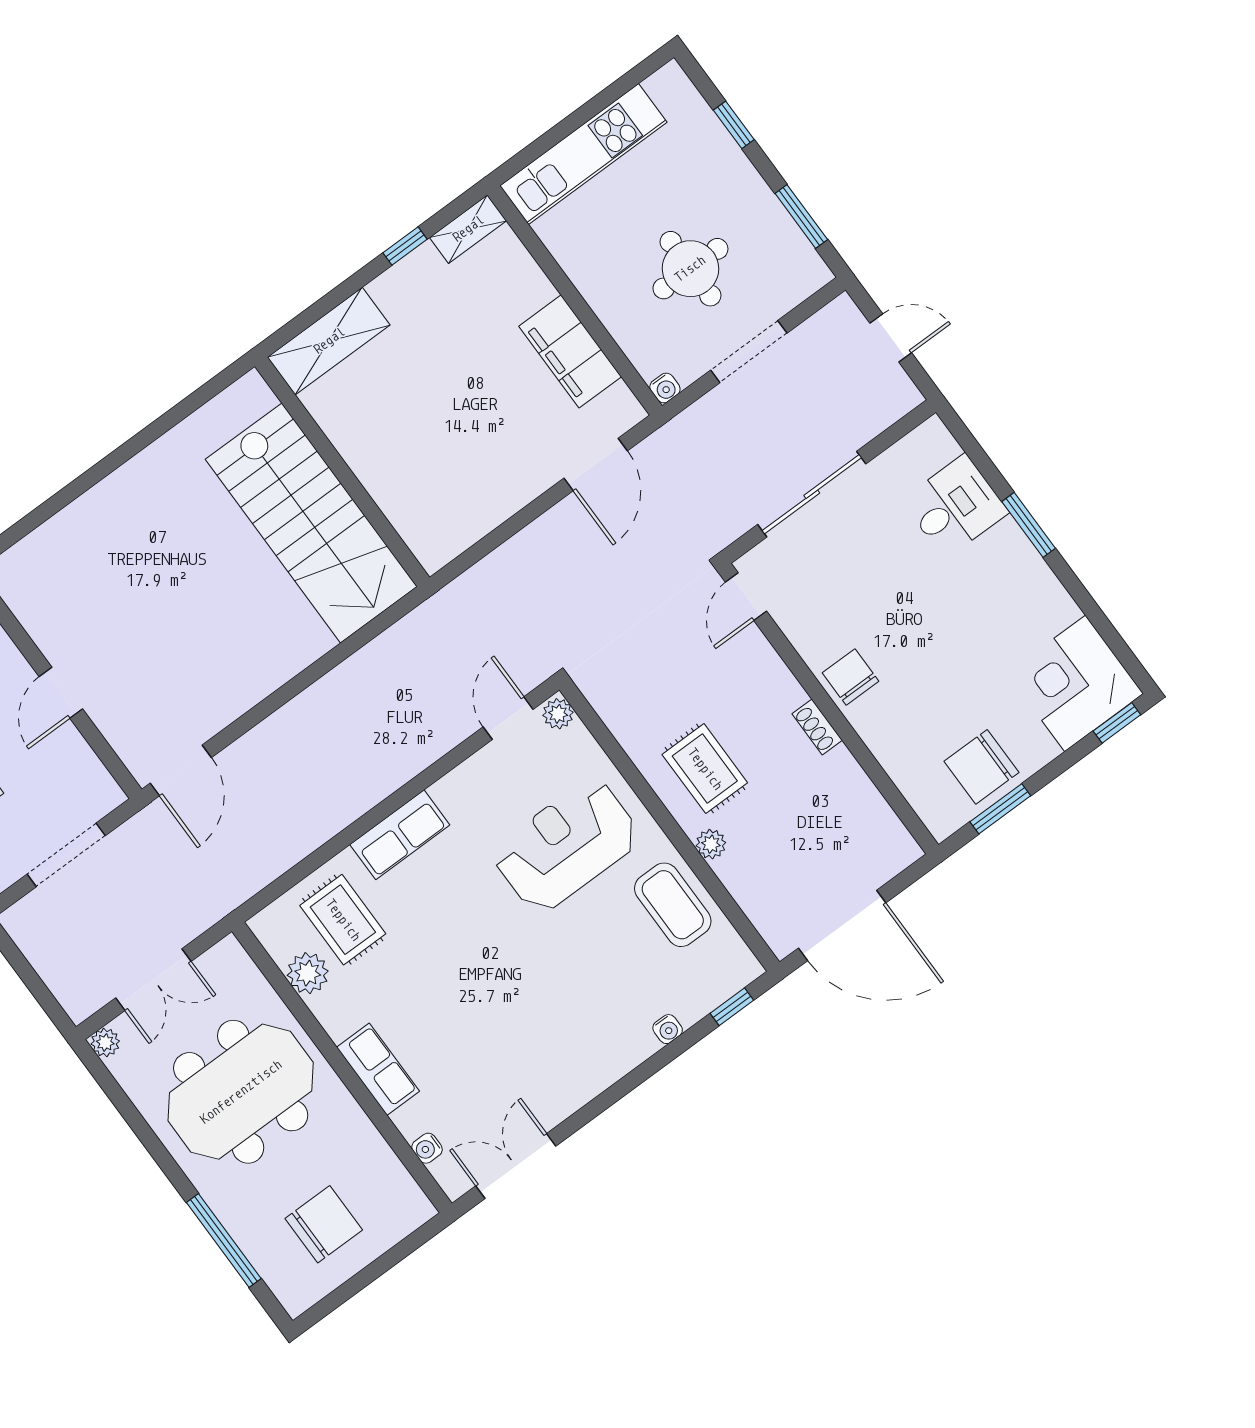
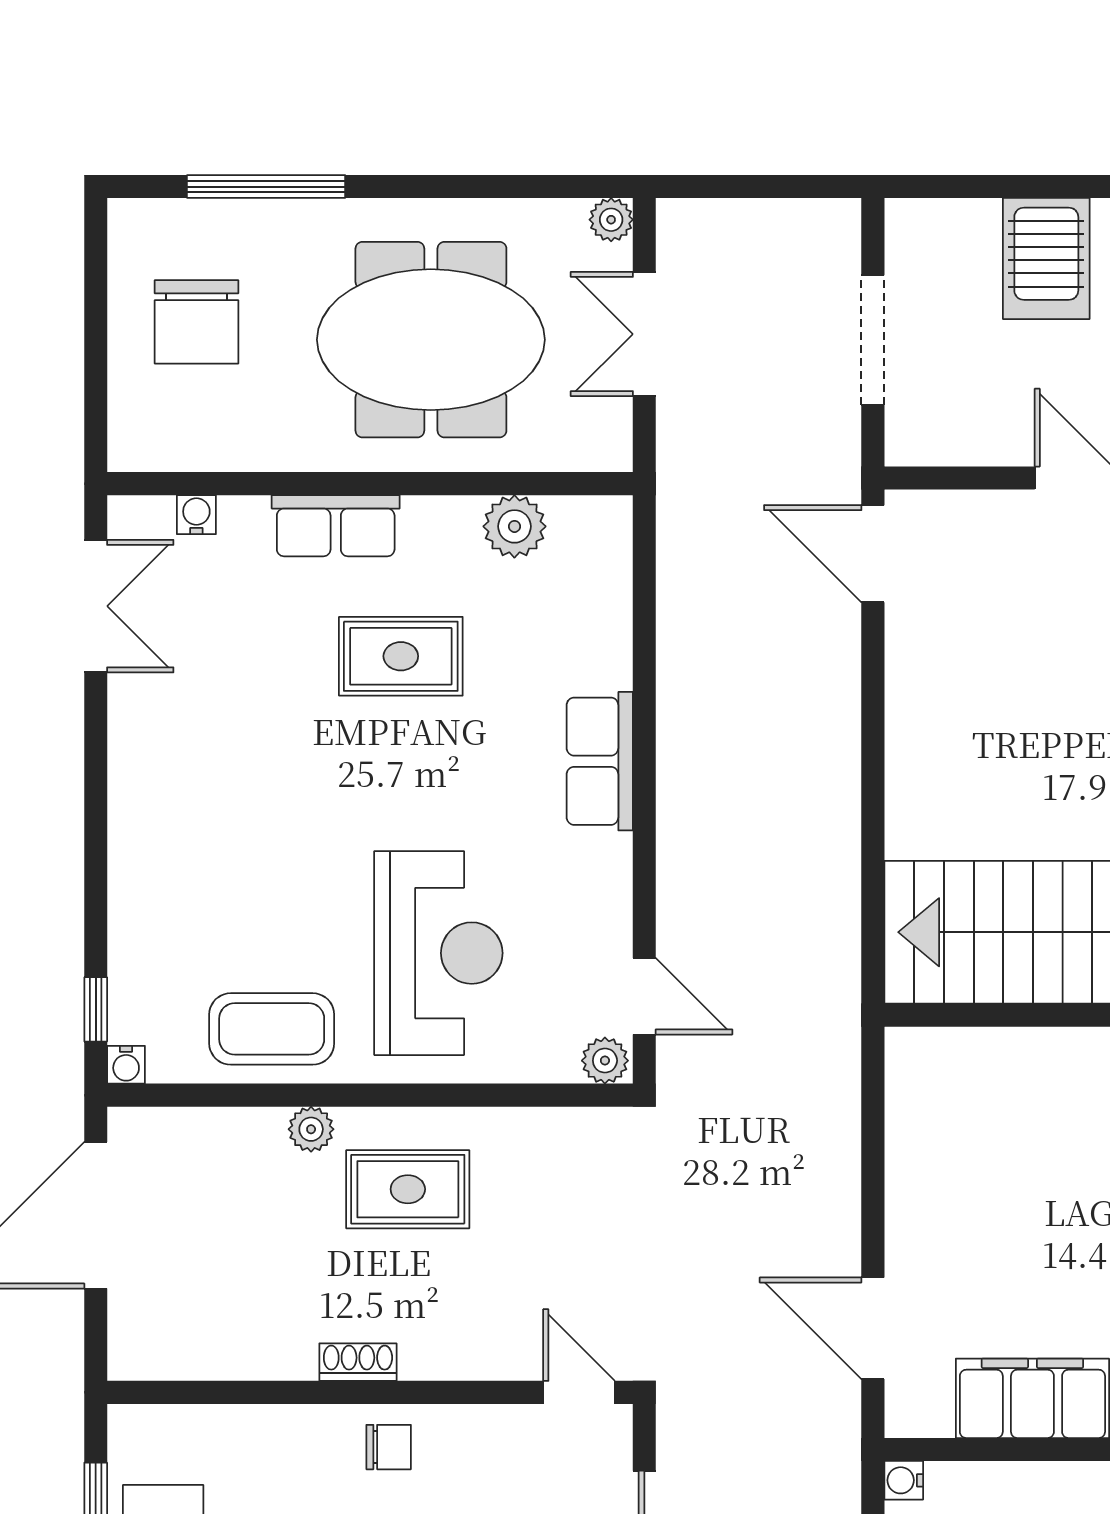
chair: (851, 677) -> (389, 1447), width x0.73, depth x0.73
rug: (343, 920) -> (401, 656), moved
water cooler: (668, 1029) -> (126, 1065), moved, turned -90
meeting table: (241, 1092) -> (431, 340), turned 90

